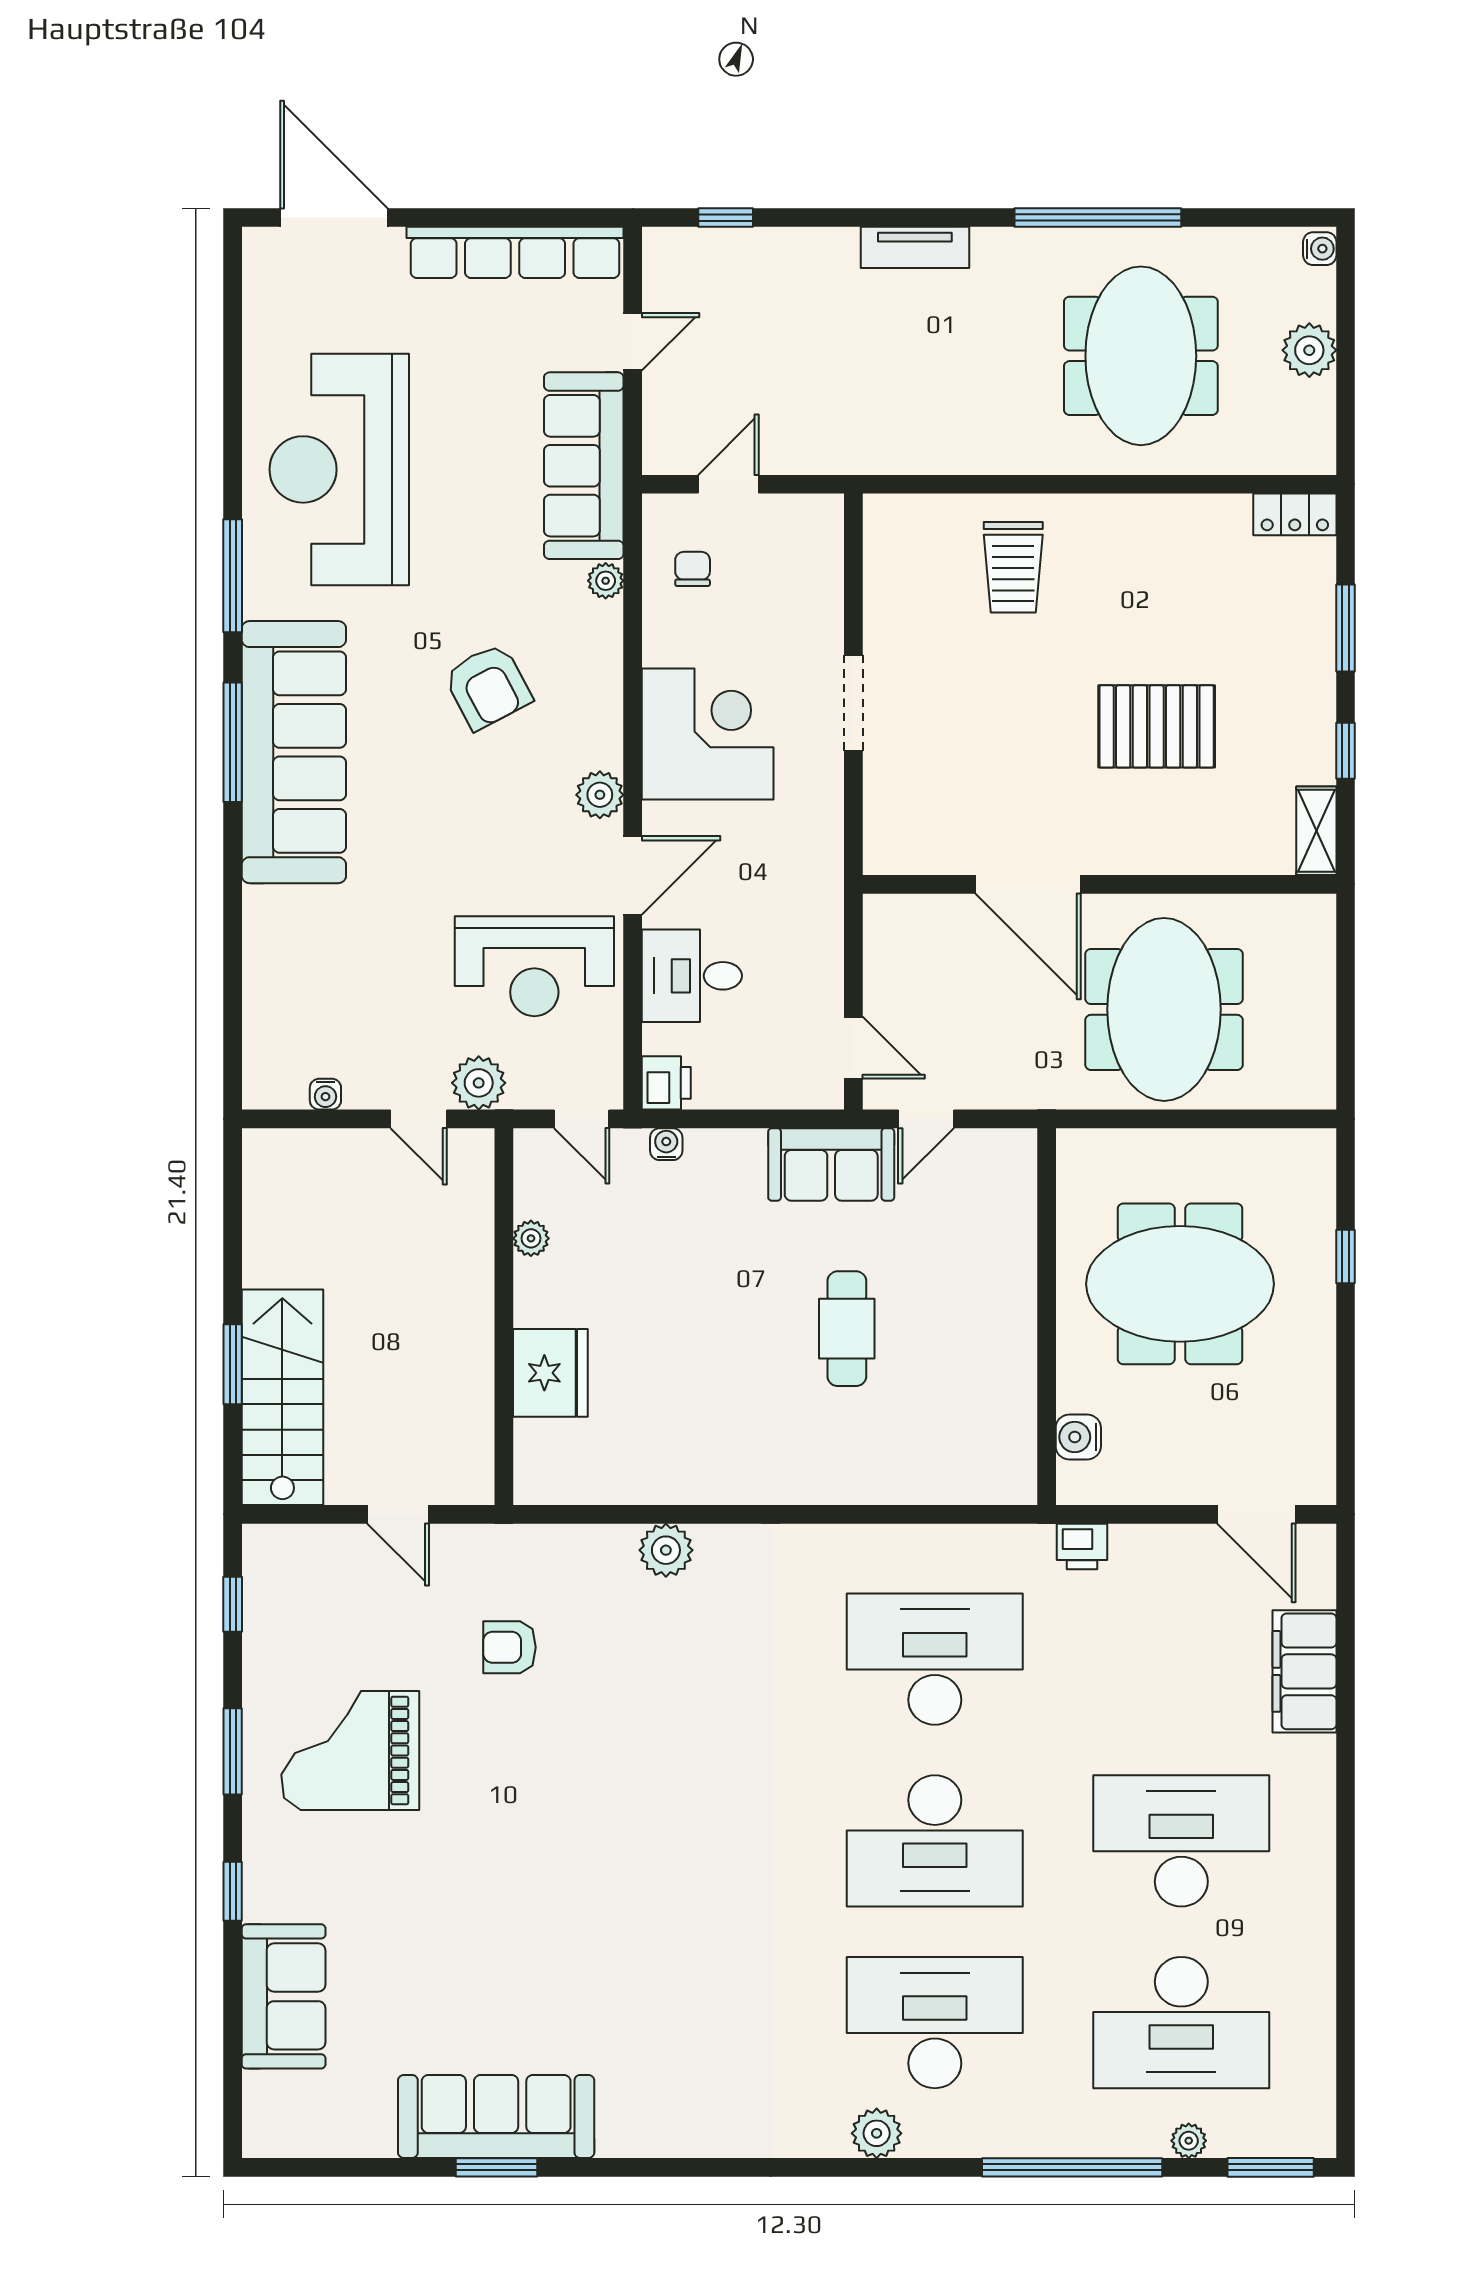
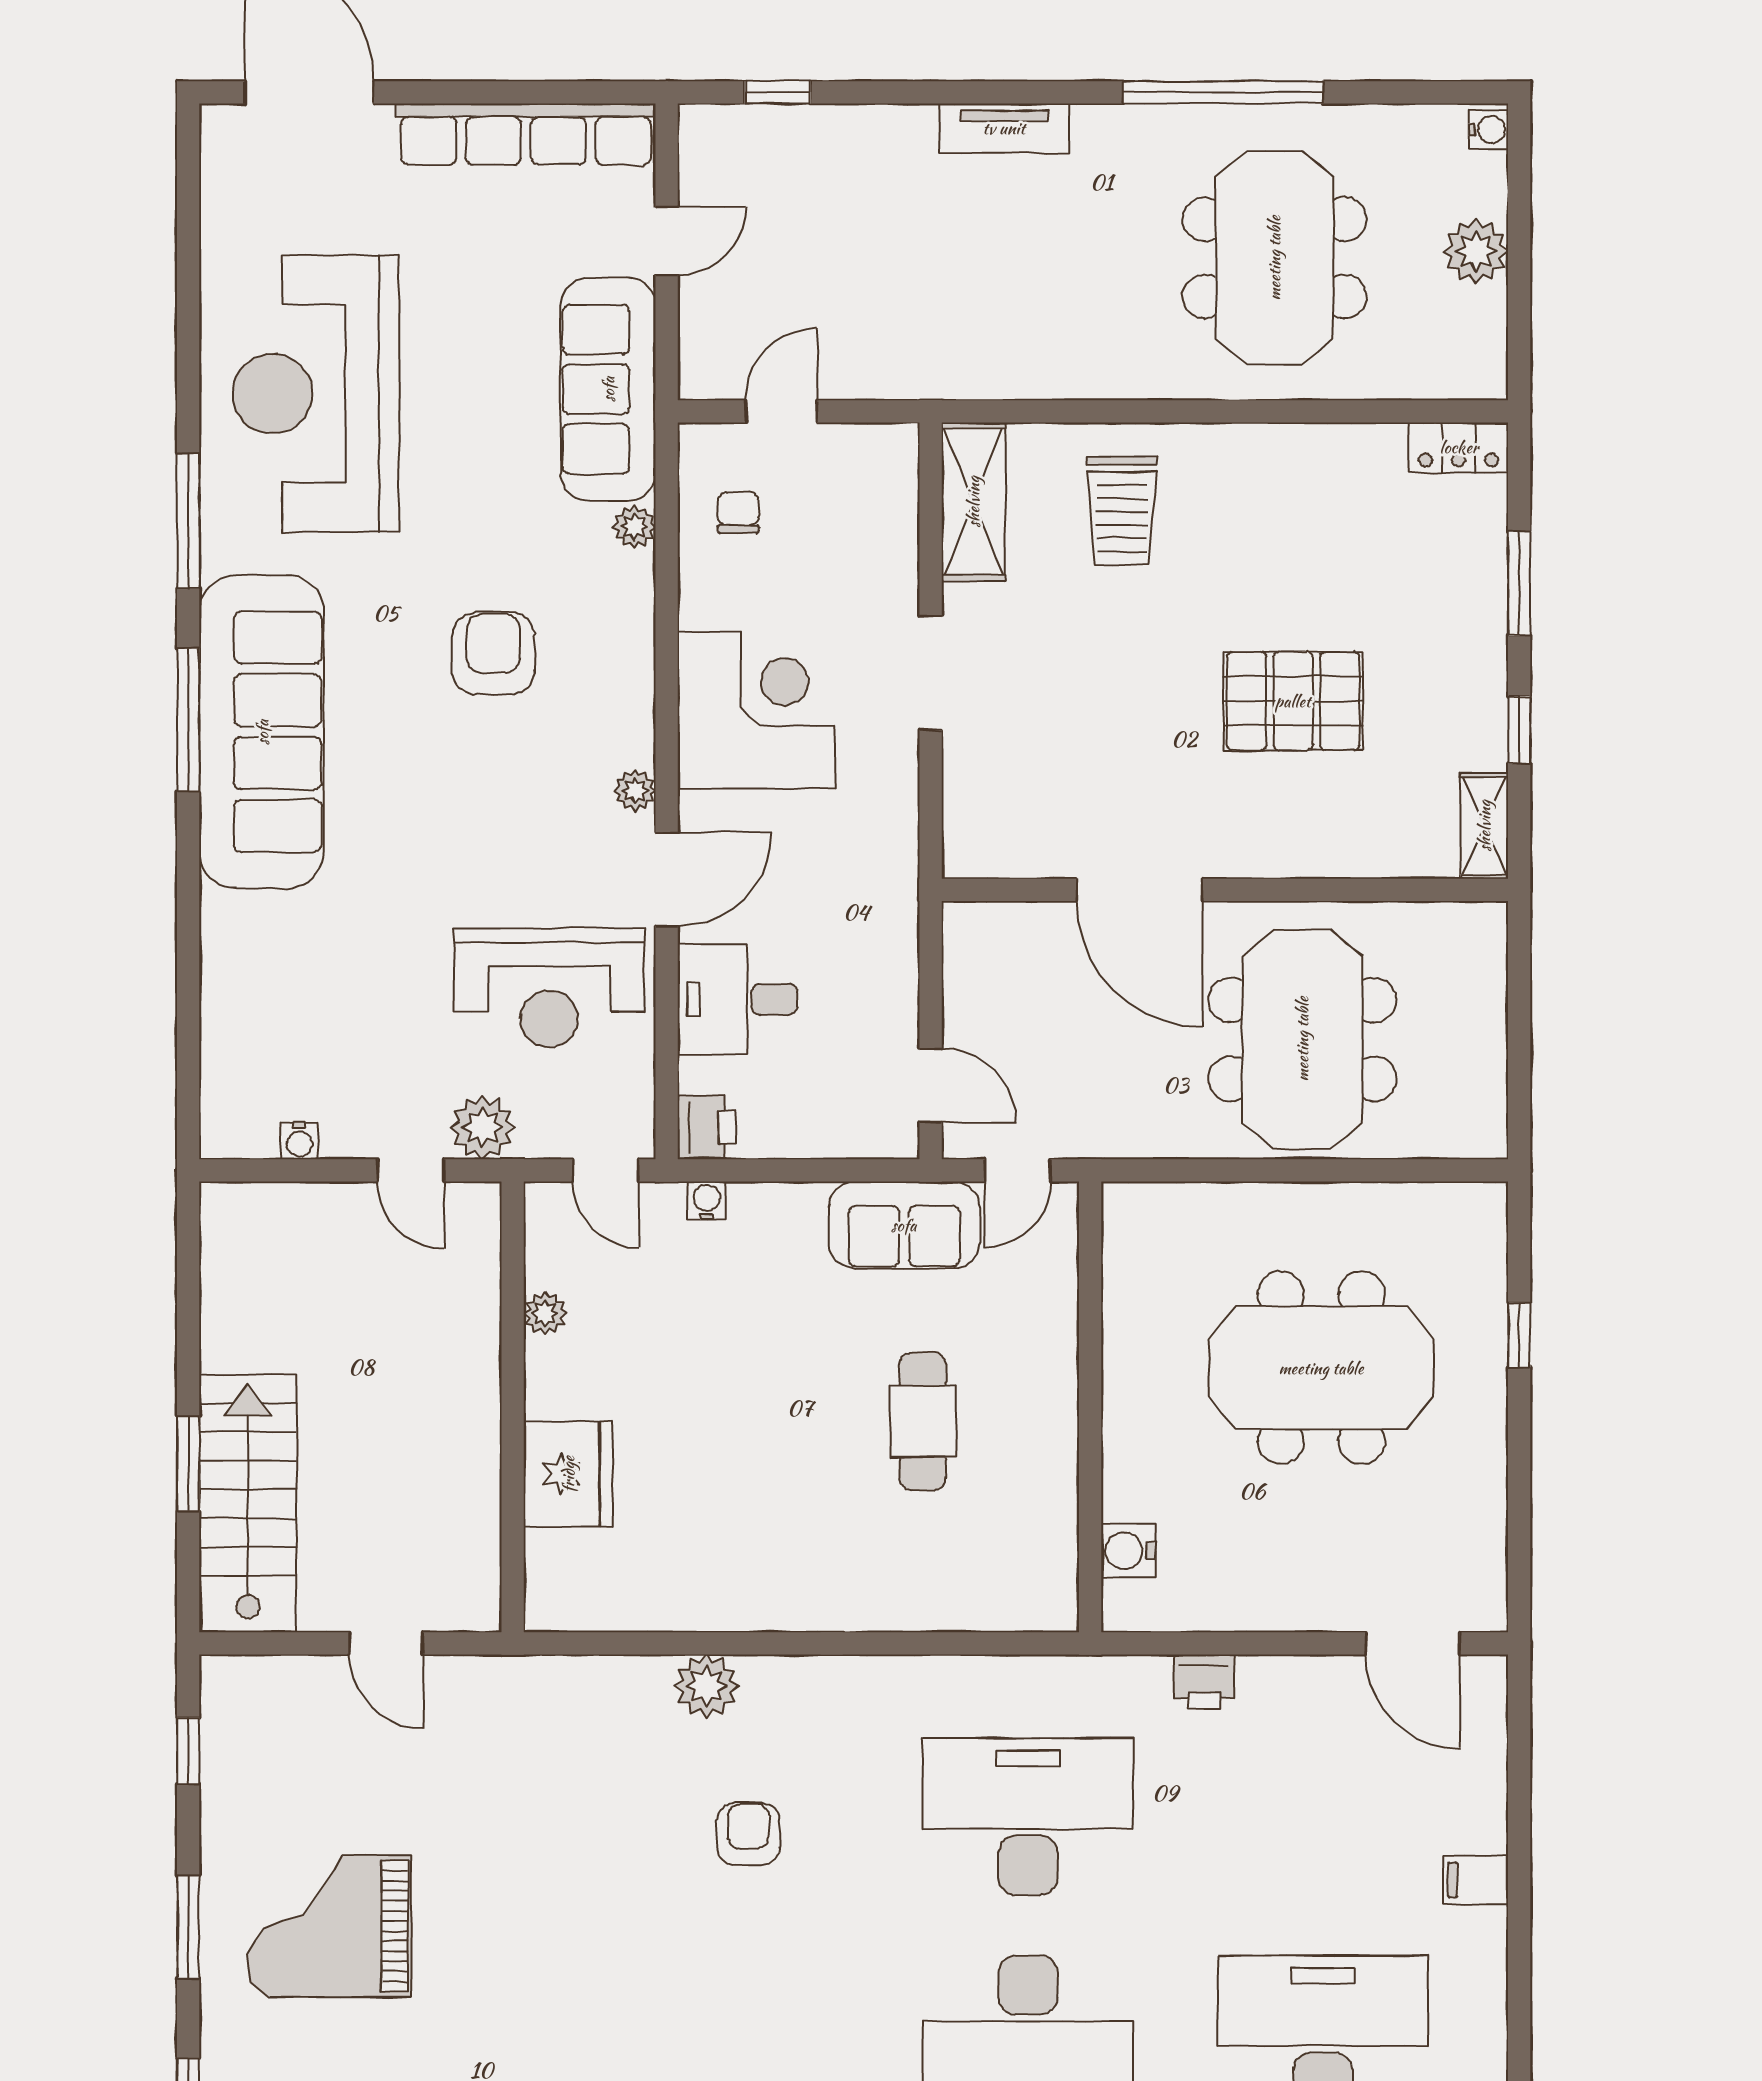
shelving: (889, 560) -> (973, 502), added
armchair: (488, 686) -> (493, 653), turned -152
plant: (600, 795) -> (635, 790), width x0.73, depth x0.73
wall: (1047, 1317) -> (1090, 1407), moved
water cooler: (1078, 1437) -> (1128, 1551), moved
armchair: (509, 1647) -> (748, 1834), moved, turned 90
filing cabinet: (1304, 1671) -> (1476, 1880), width x0.33, depth x0.86

